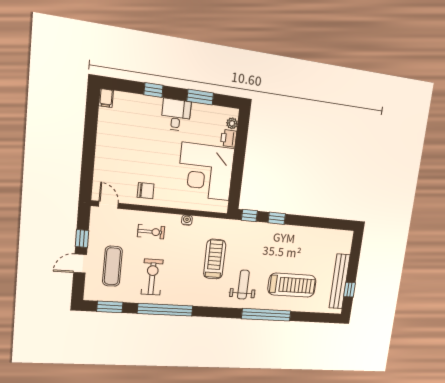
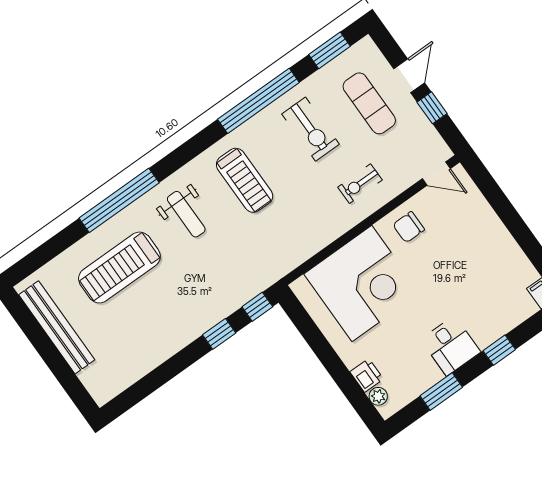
corner desk: (206, 172) -> (362, 284), moved, turned 90
water cooler: (187, 220) -> (330, 234), removed
treadmill: (215, 259) -> (245, 180), moved
window: (349, 290) -> (32, 328), removed

